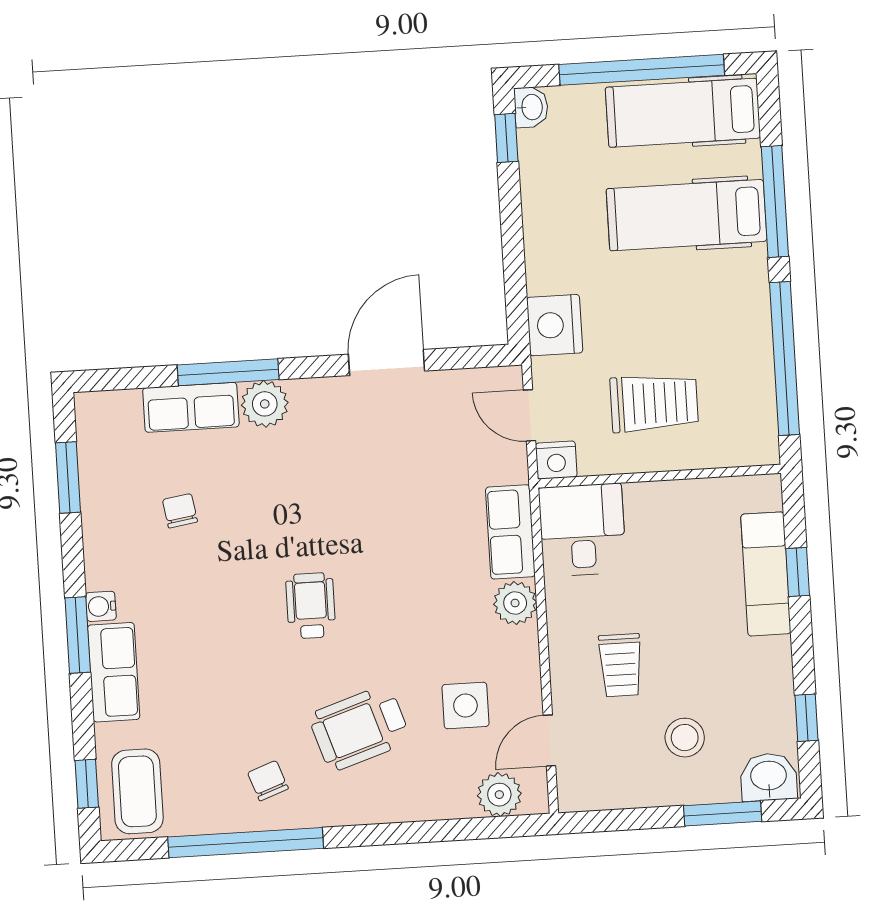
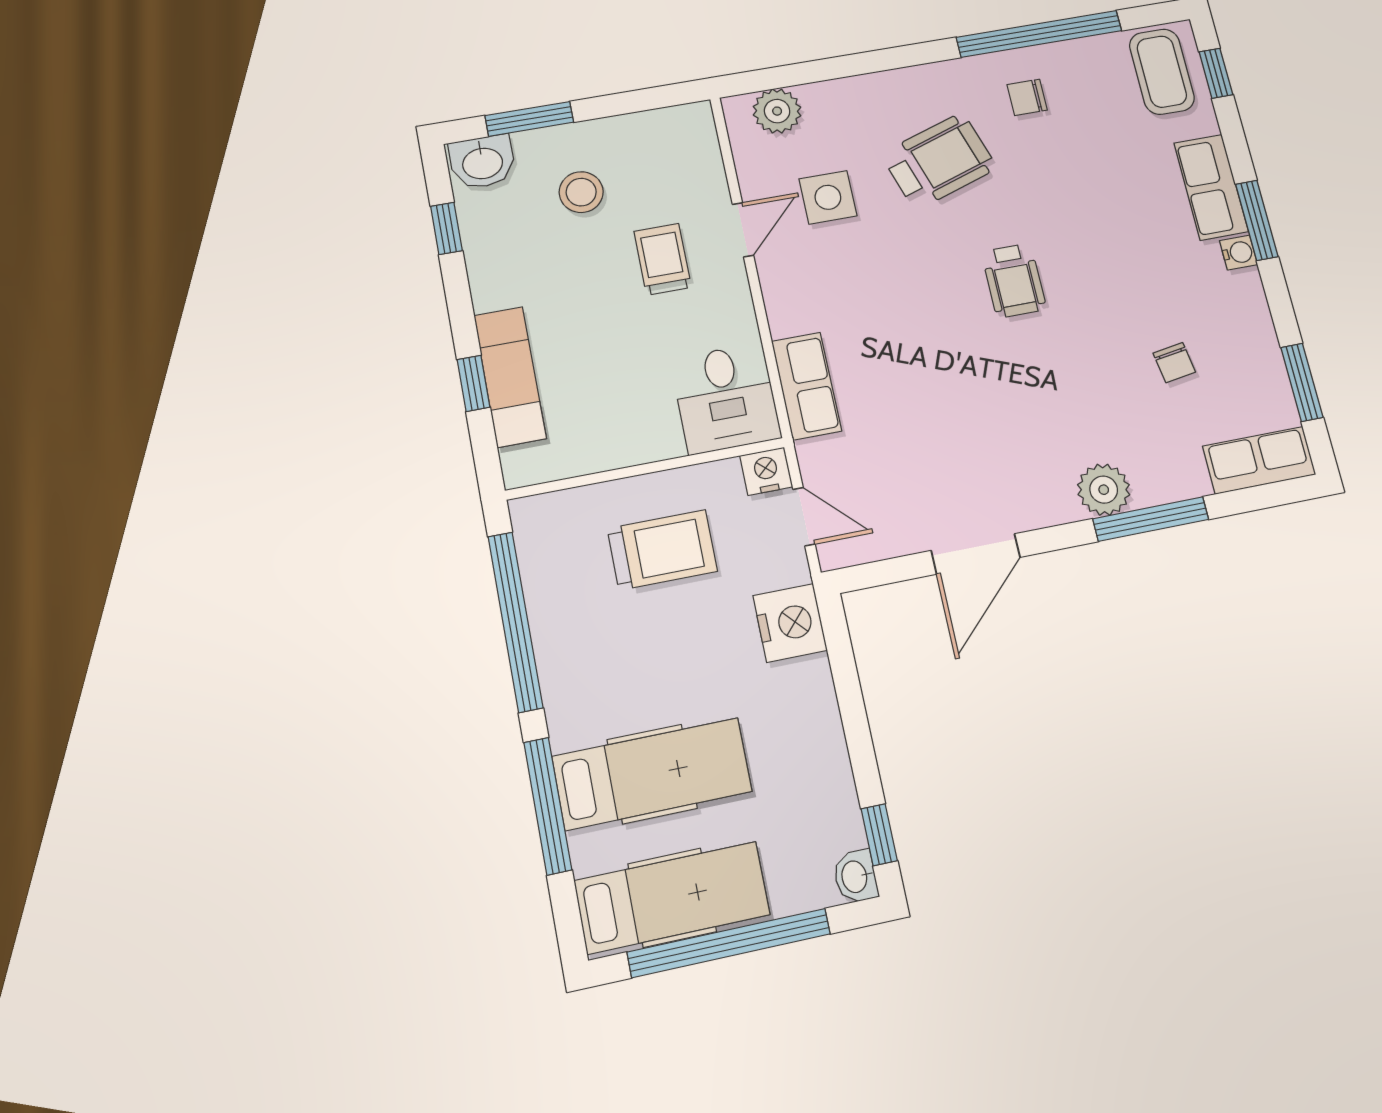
trolley: (654, 403) -> (662, 550), turned 180
row of seats: (191, 407) -> (1259, 460), moved
plant: (515, 603) -> (790, 311), removed
door: (549, 741) -> (743, 230), moved
chair: (268, 781) -> (1027, 97), turned 110

